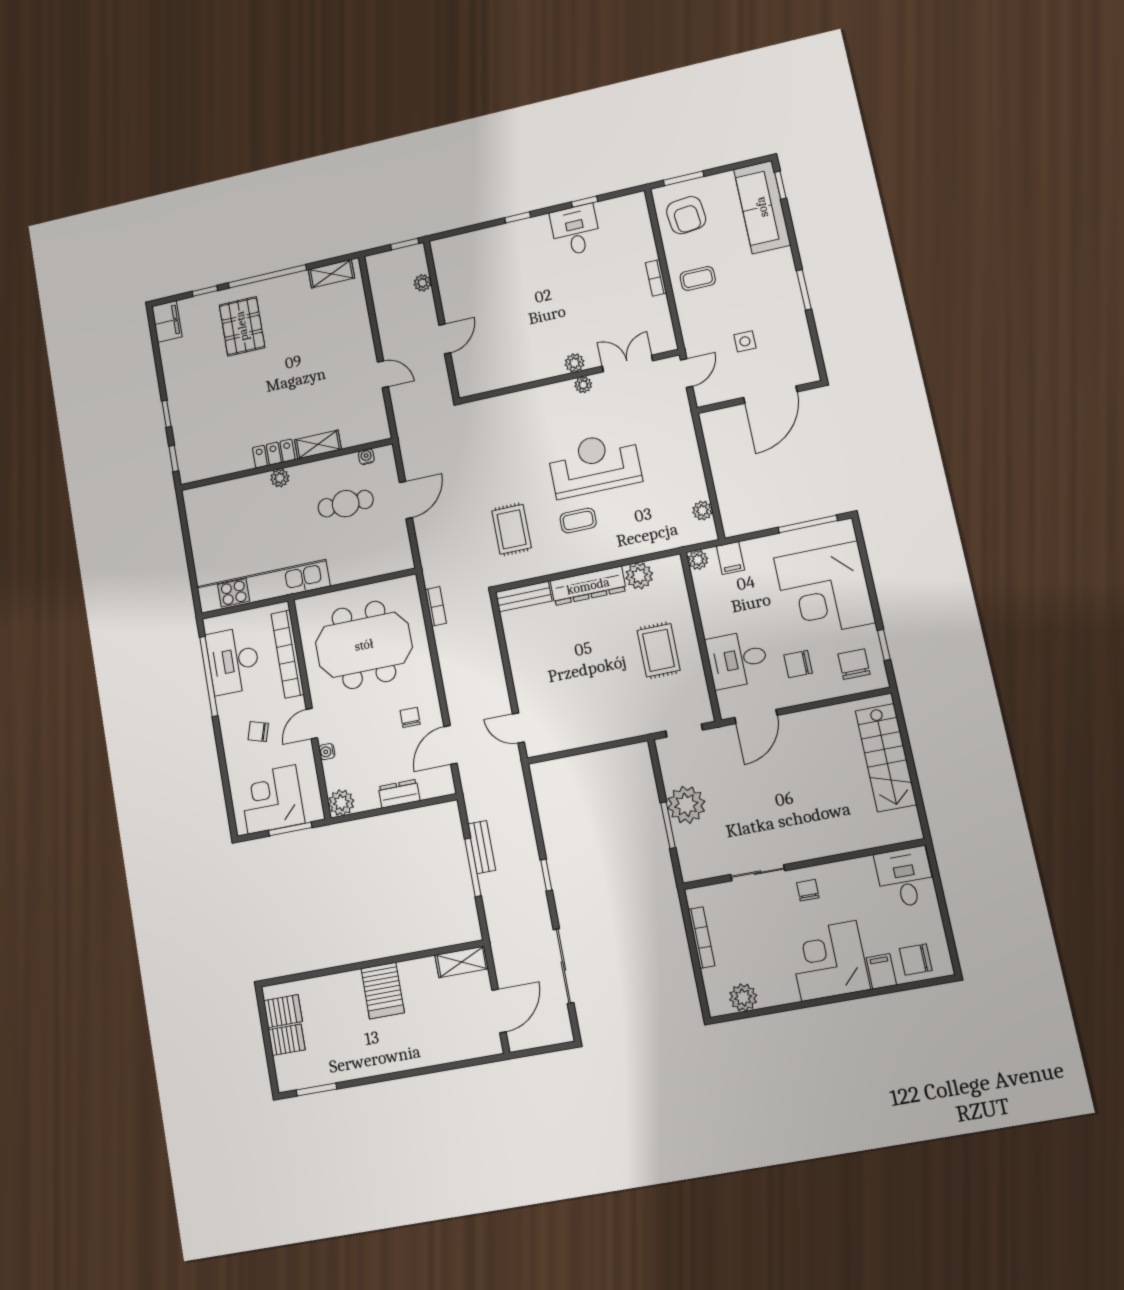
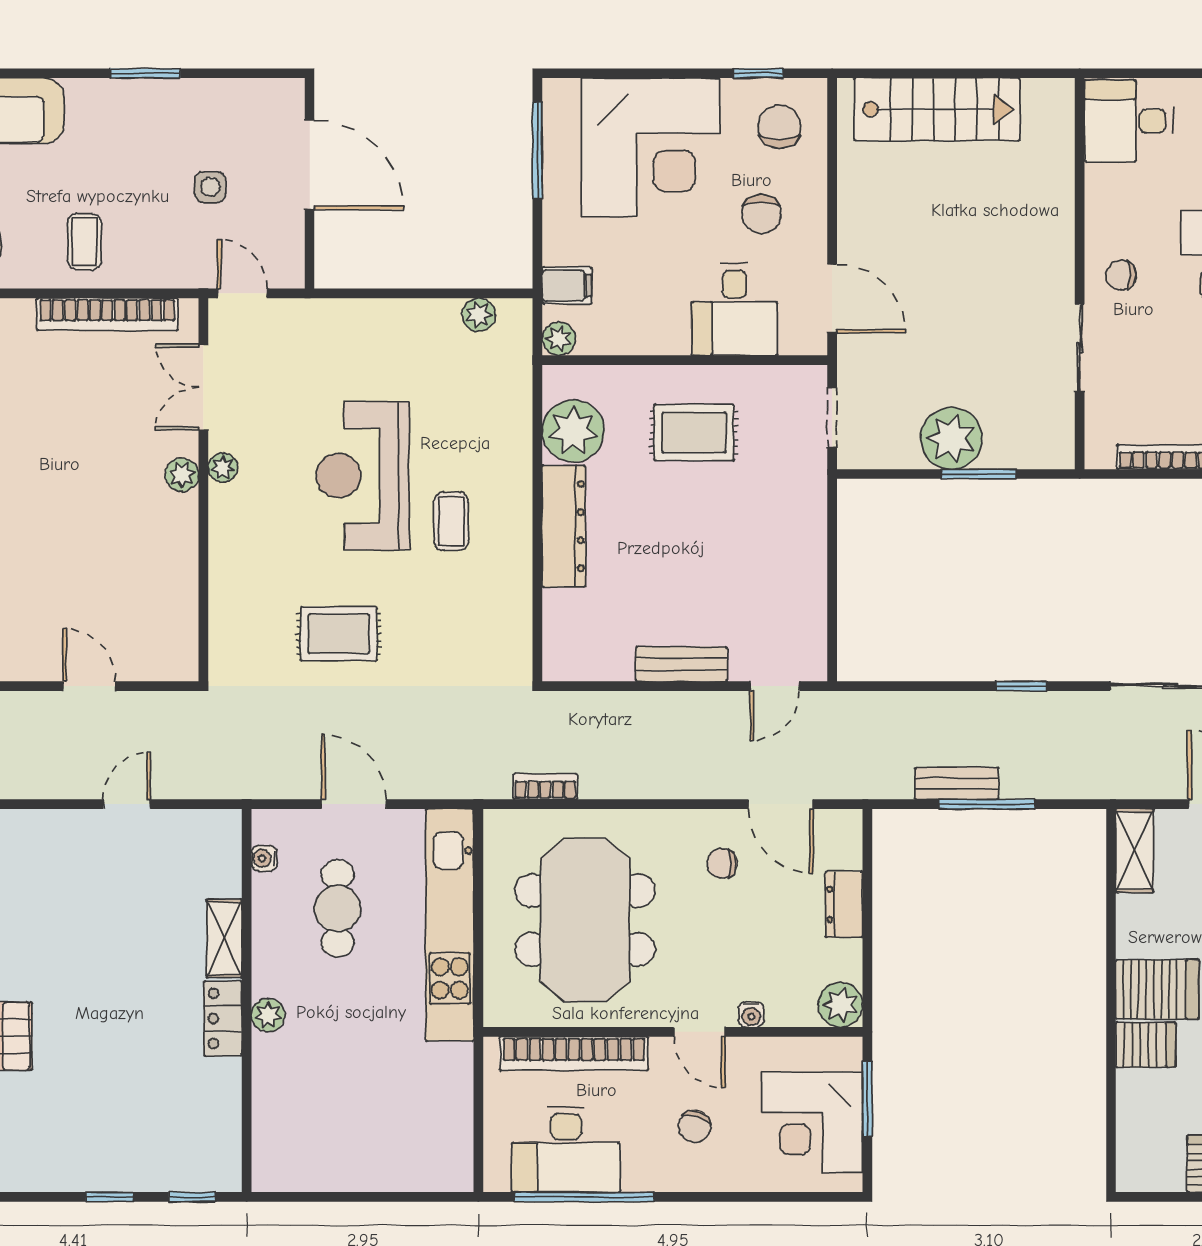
bookcase: (656, 278) -> (107, 314), width x2.31, depth x1.31
rug: (512, 529) -> (339, 634), moved
plant: (639, 576) -> (573, 431), width x1.36, depth x1.36
kitchen unit: (263, 586) -> (450, 925), moved
bench: (524, 597) -> (682, 664), moved, turned 90
chair: (854, 664) -> (779, 127), turned 90
server rack: (283, 1011) -> (1146, 1045), moved, turned 90

